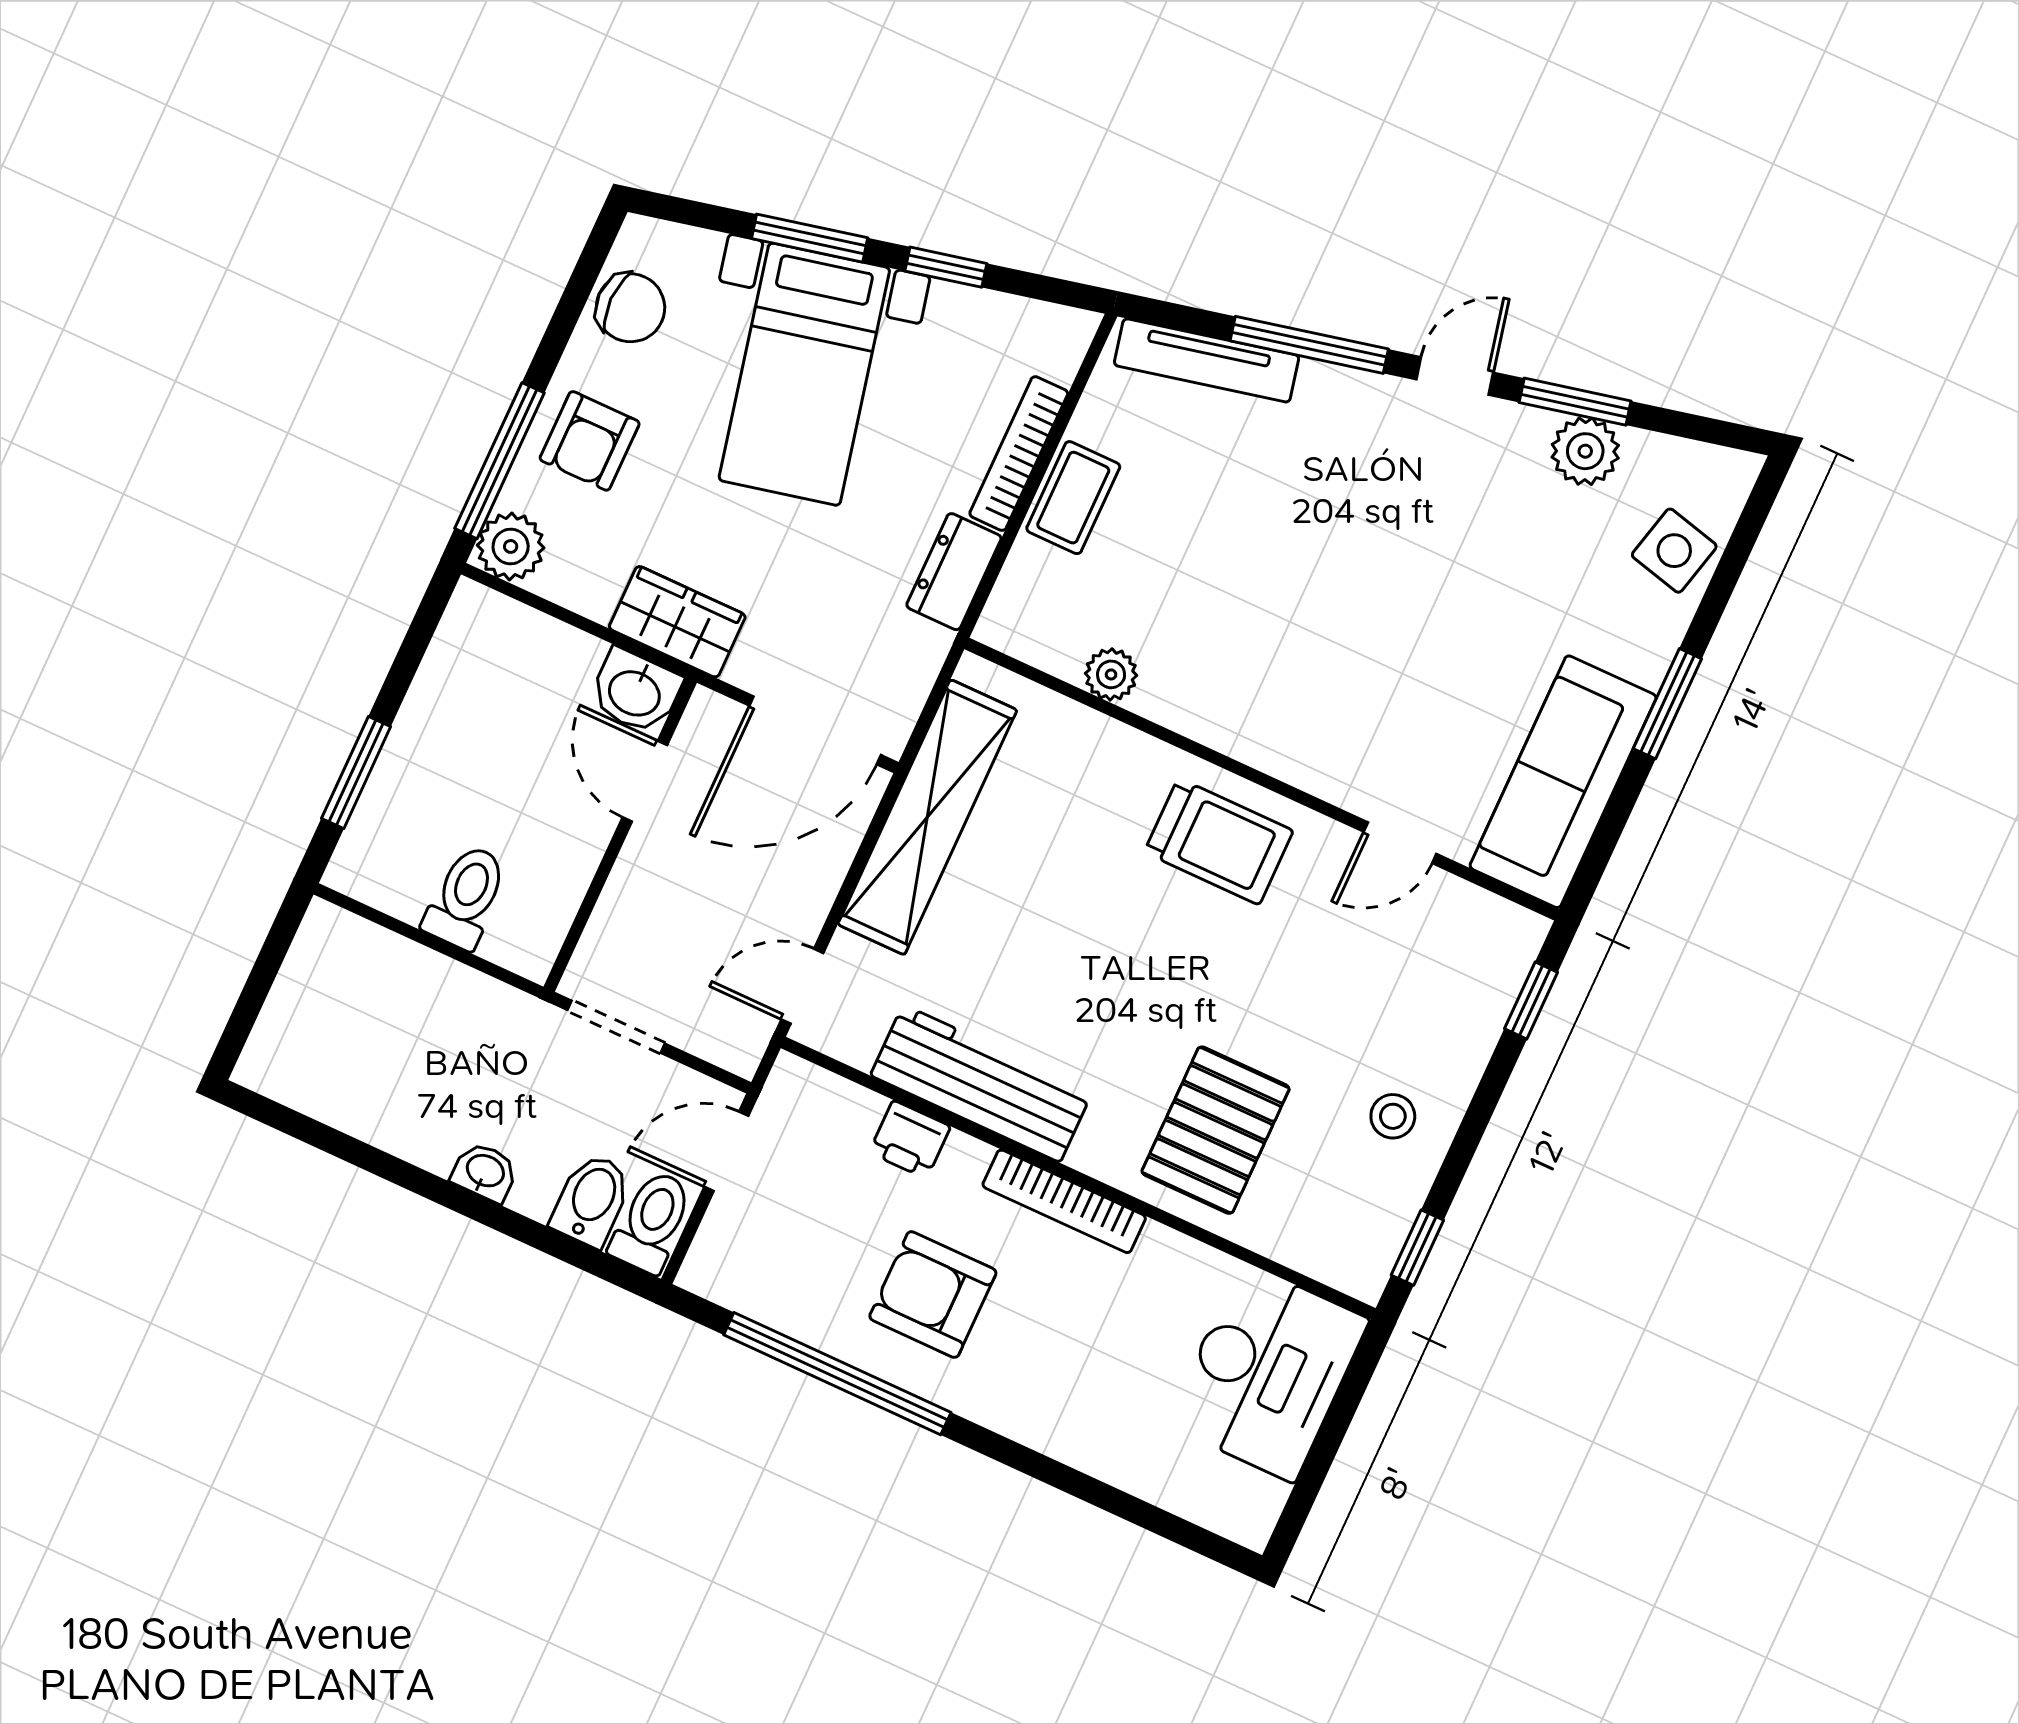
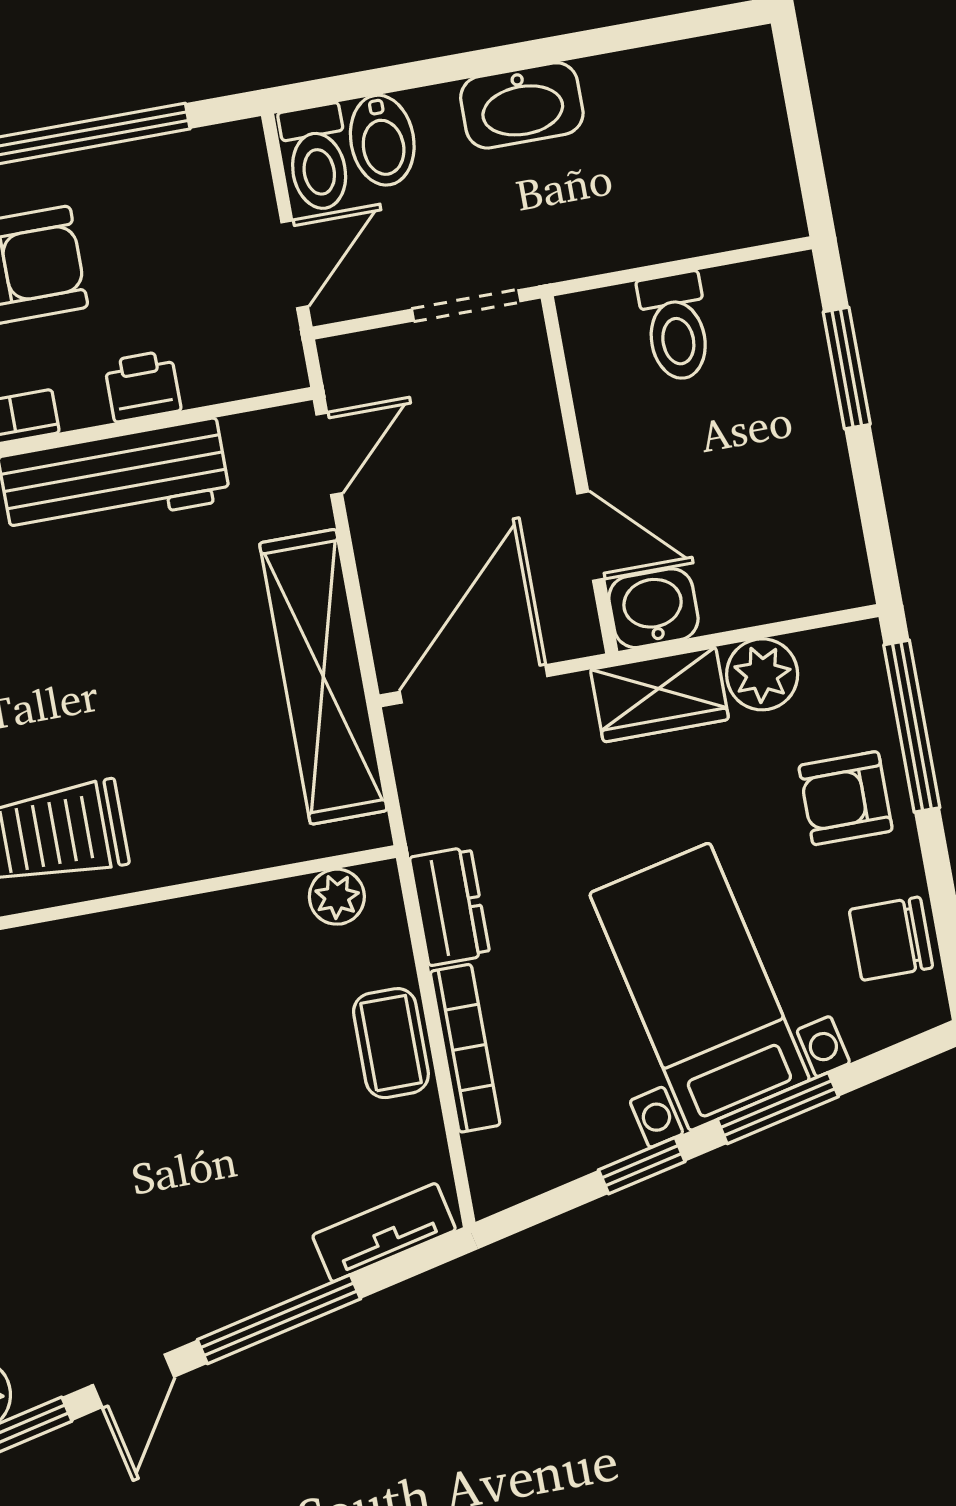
tv unit: (1207, 360) -> (384, 1233), width x0.71
armchair: (590, 441) -> (846, 798), turned -90
plant: (511, 546) -> (762, 674), moved
plant: (1111, 674) -> (337, 897), moved
washbasin: (485, 1172) -> (522, 105), width x1.91, depth x1.45

